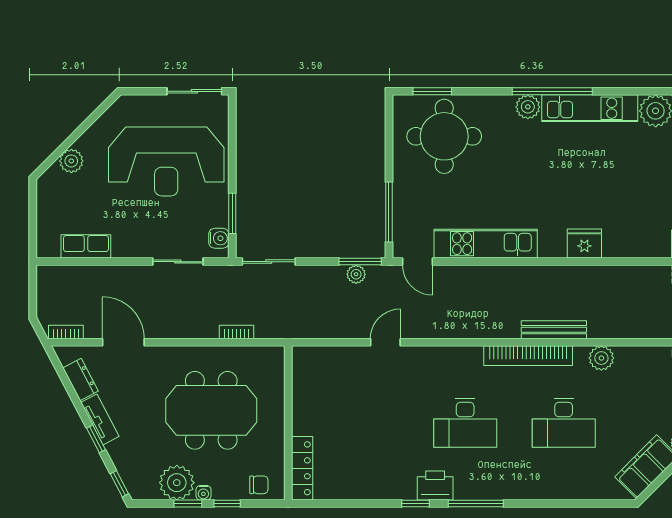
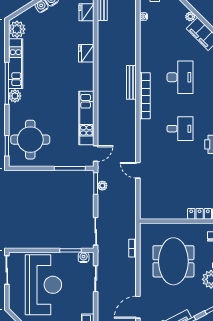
fridge: (584, 244) -> (86, 53), moved
plant: (601, 358) -> (146, 58), removed
desk: (465, 423) -> (180, 129), width x0.73

